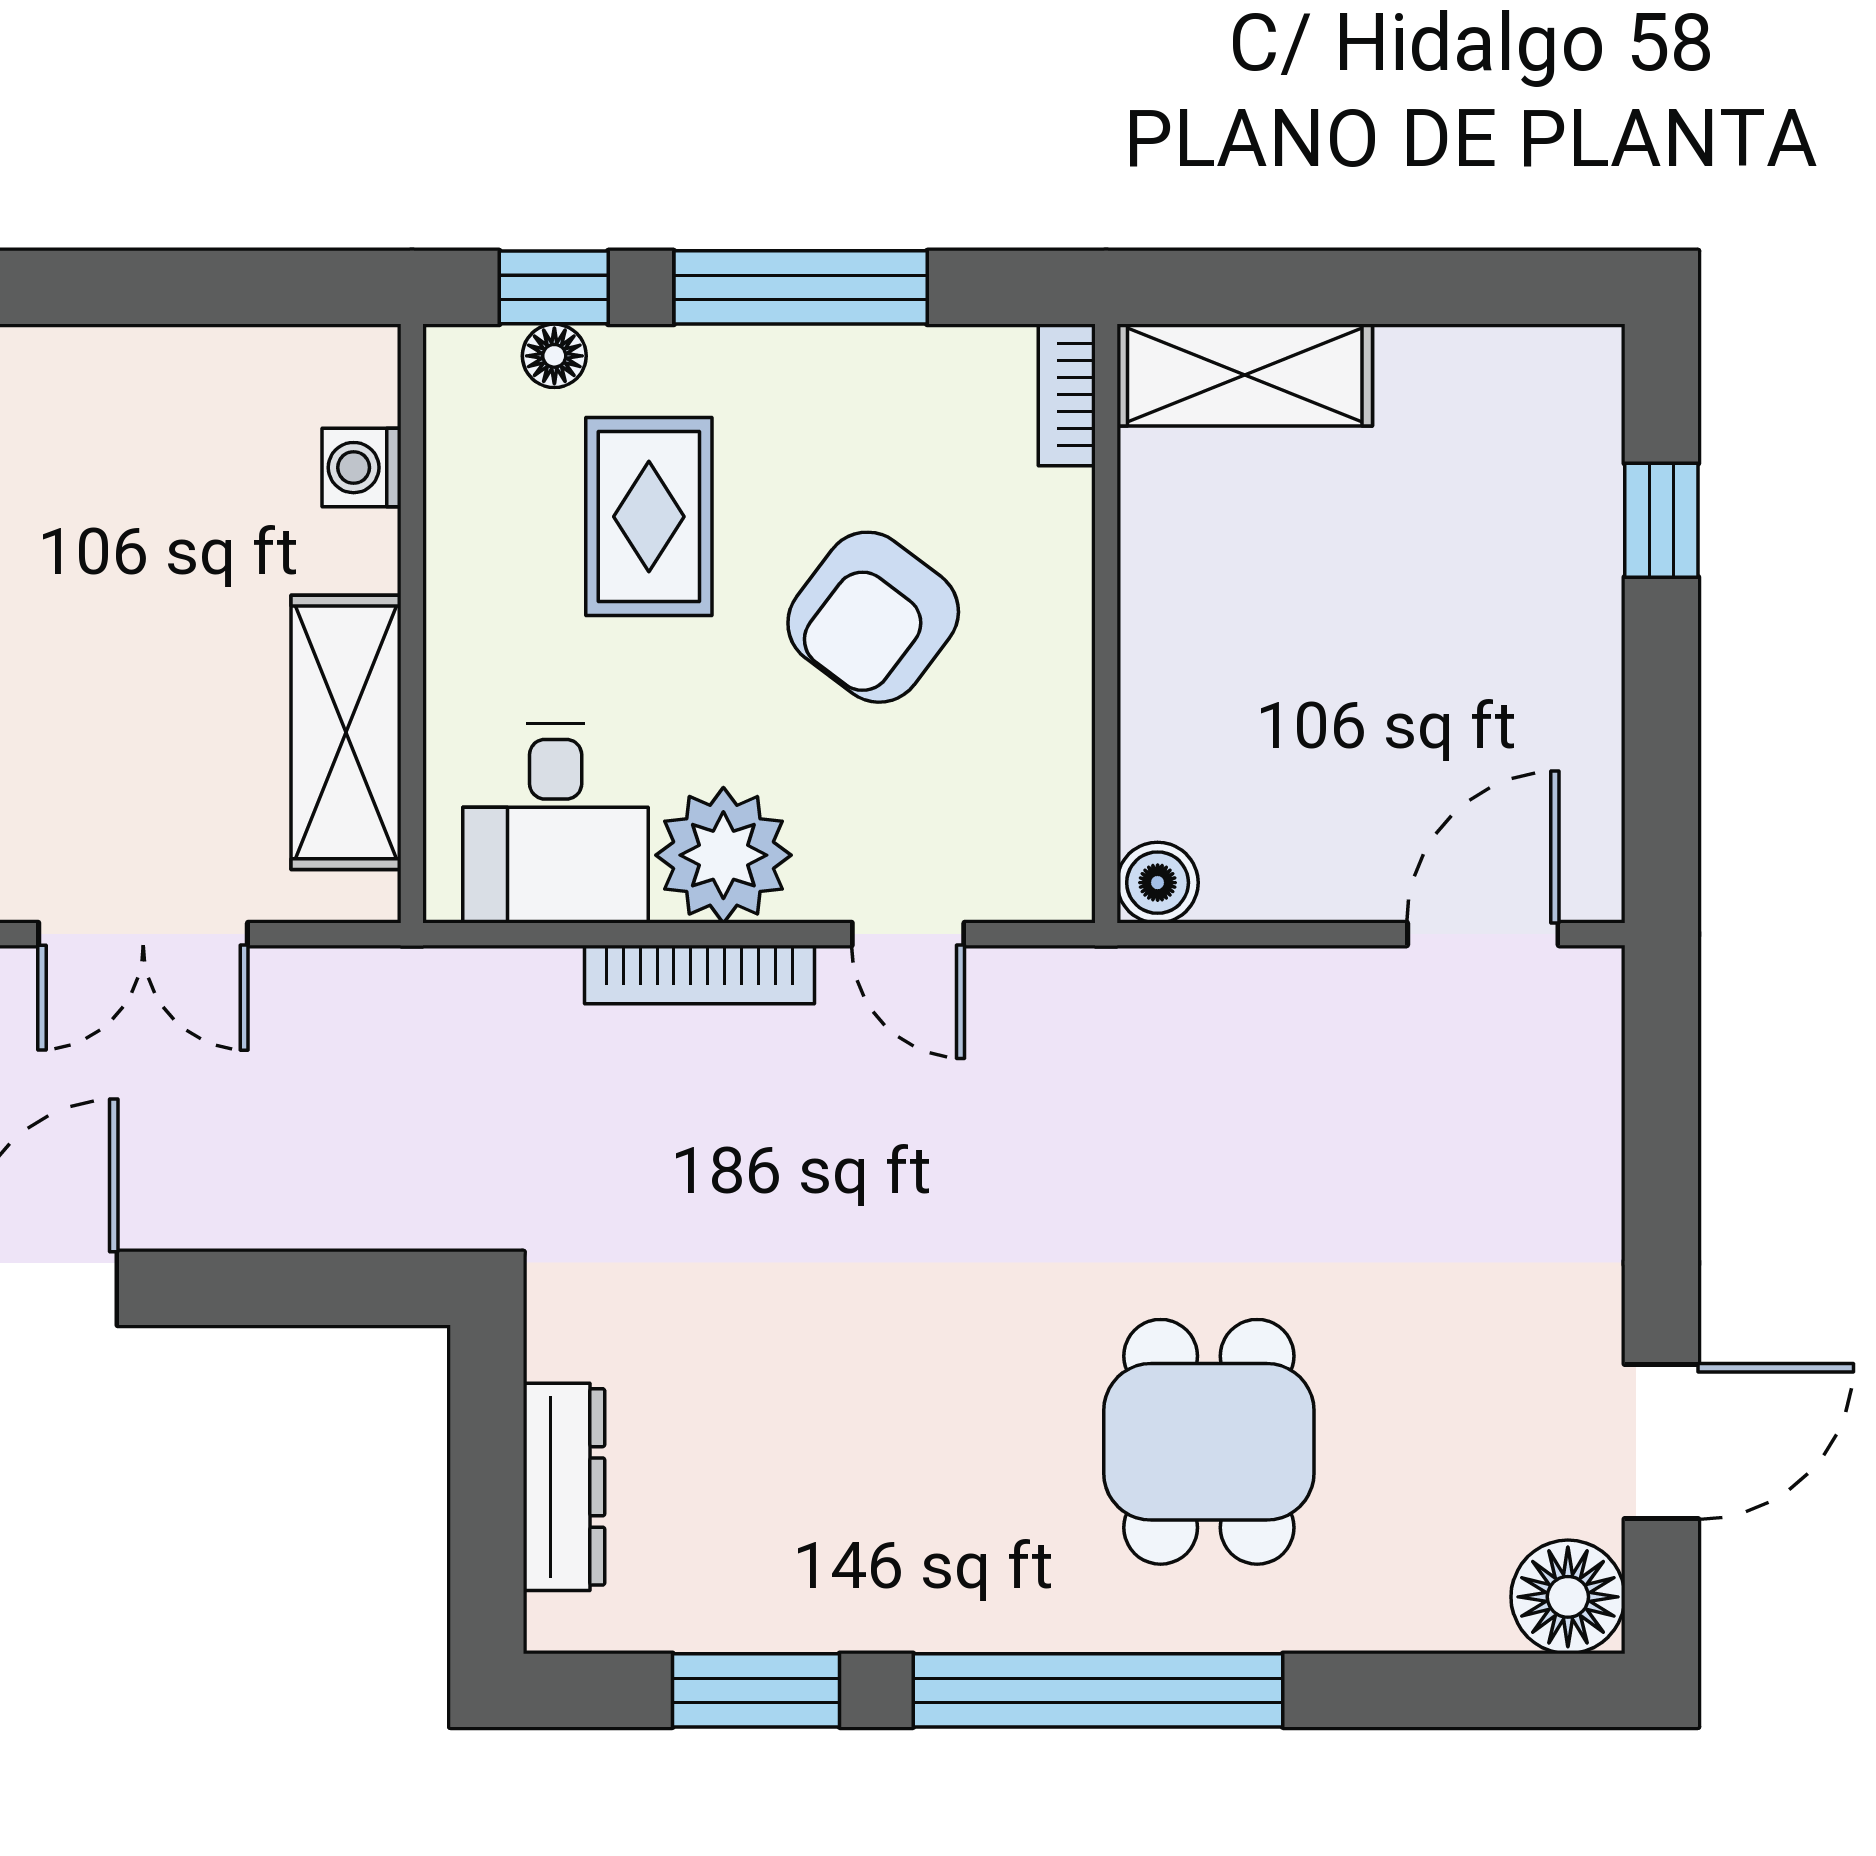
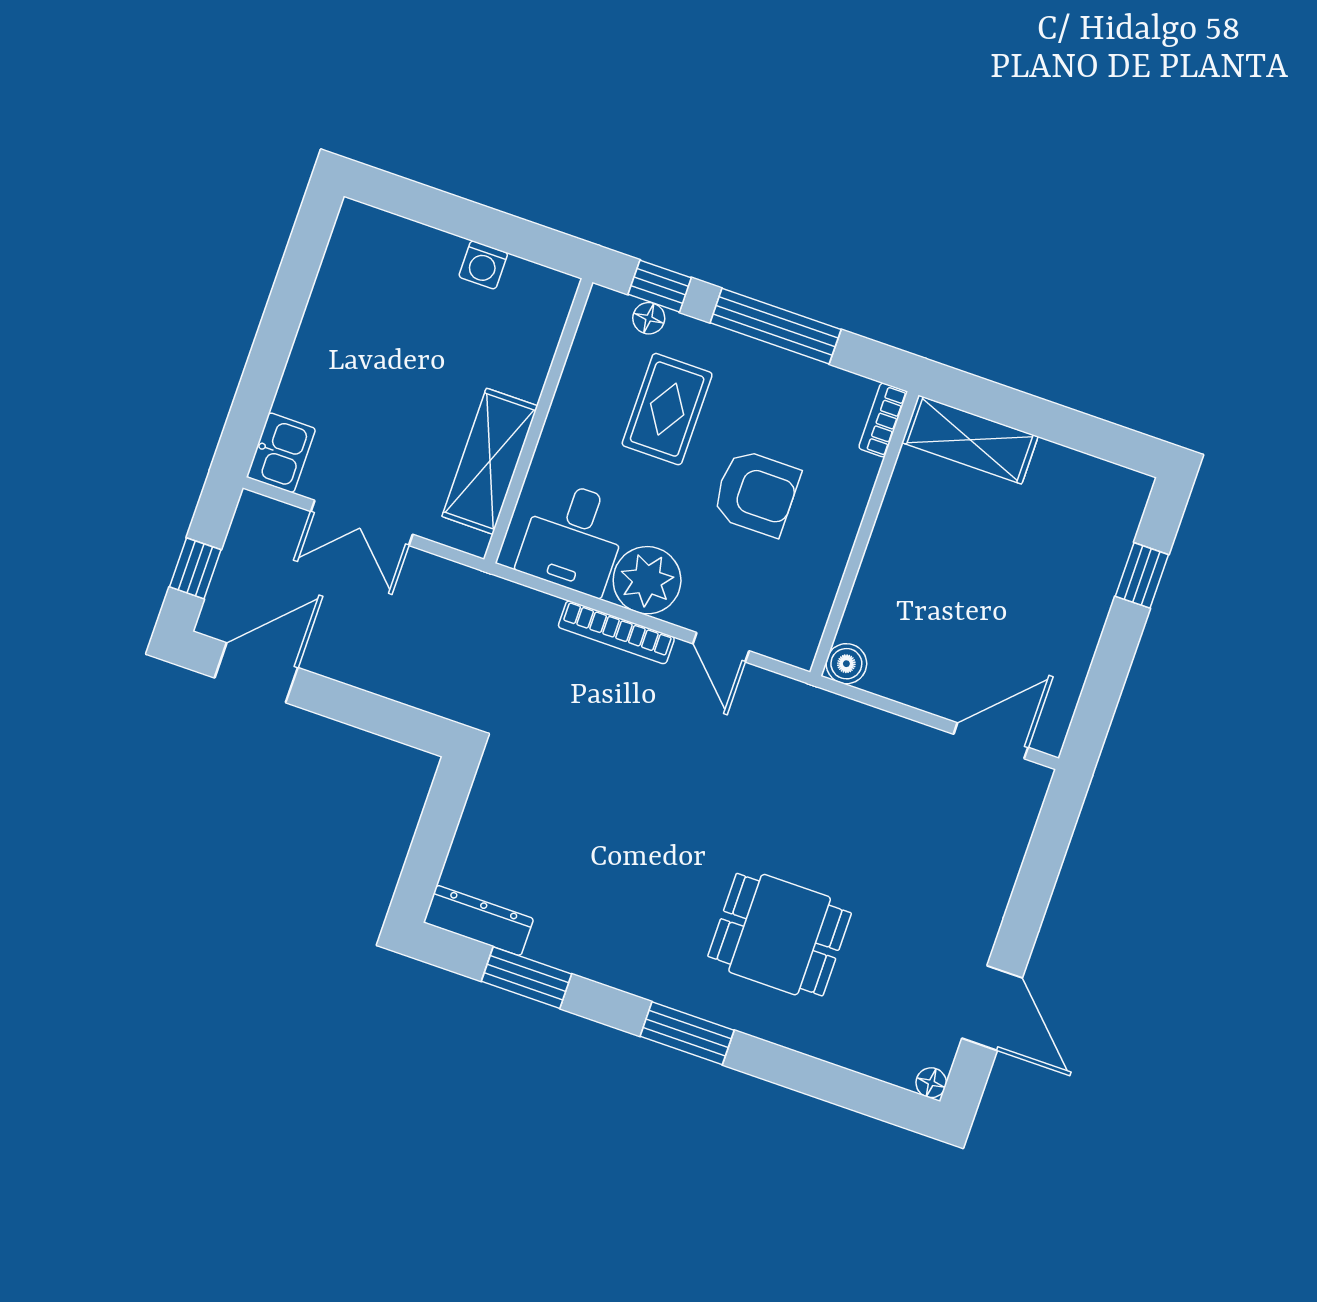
washing machine: (362, 468) -> (483, 265), moved, turned -90
armchair: (873, 617) -> (756, 493), turned -127
dining table: (1209, 1442) -> (780, 935), turned 90
door: (1661, 1442) -> (992, 1008), hinge flipped
dresser: (564, 1487) -> (479, 920), moved, turned -90
floor lamp: (1568, 1597) -> (931, 1083), width x0.53, depth x0.53
window: (1098, 1690) -> (687, 1033), width x0.47

